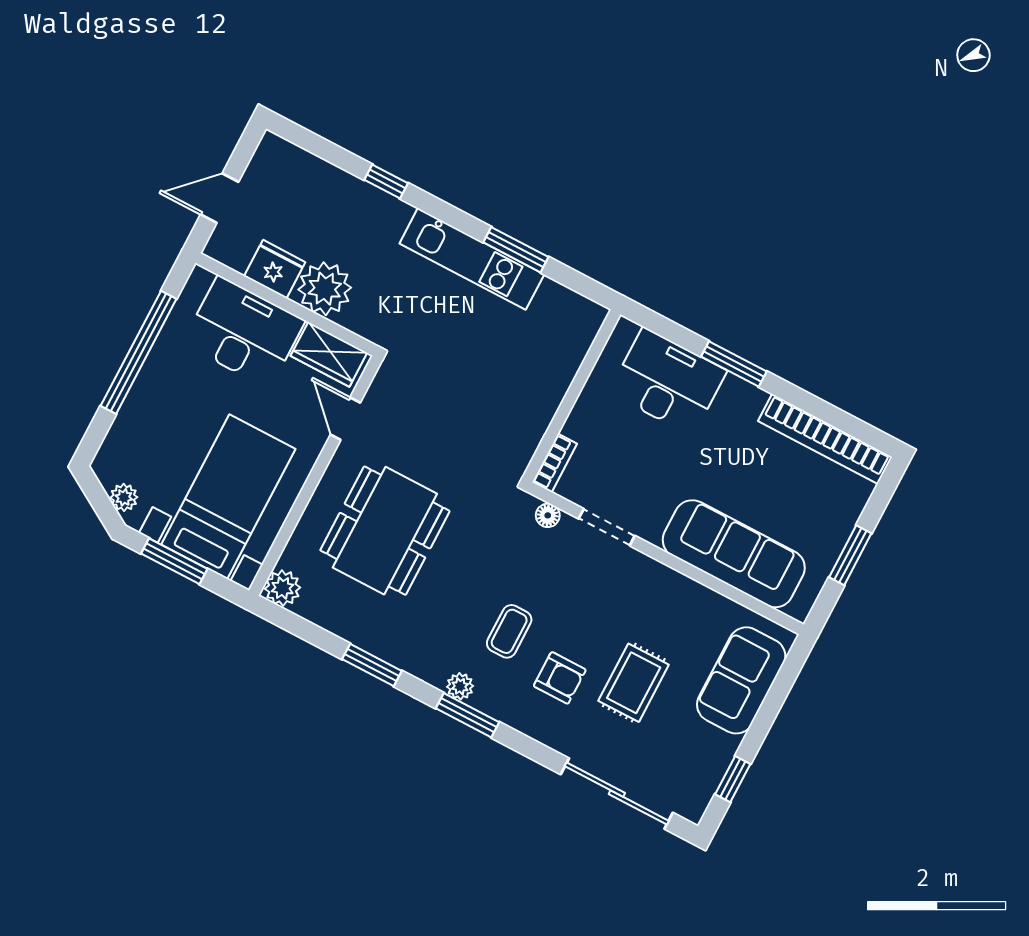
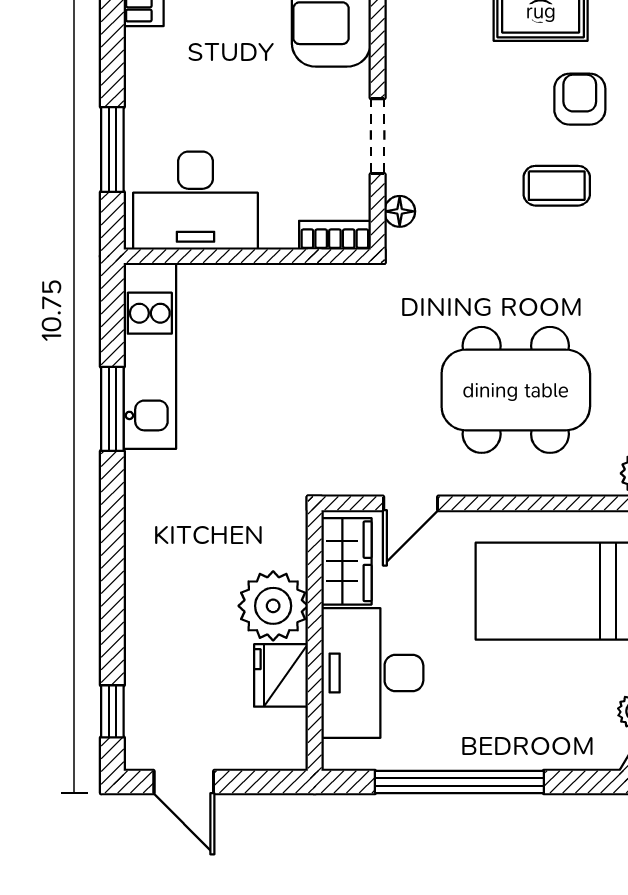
window: (386, 181) -> (112, 711), moved
door: (219, 198) -> (184, 782), moved
kitchen unit: (472, 259) -> (150, 356), moved
window: (734, 364) -> (112, 149), moved
desk: (668, 382) -> (195, 201), moved, turned -90

